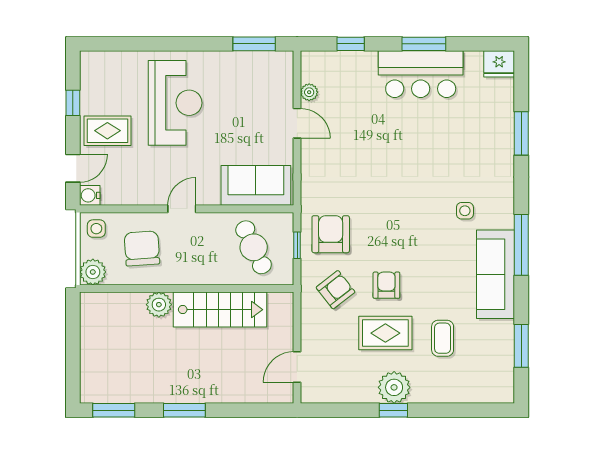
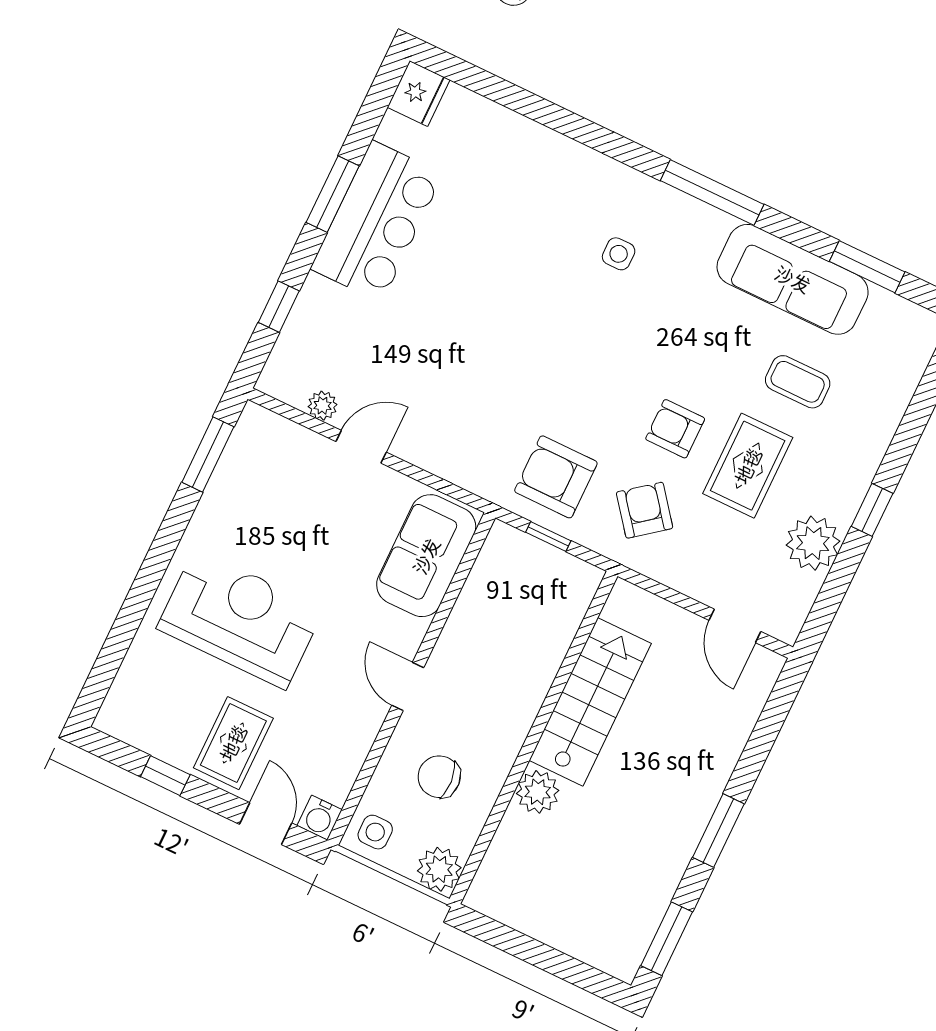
window: (521, 133) -> (541, 111), removed
cafe table: (254, 247) -> (519, 605), removed
chair: (142, 248) -> (439, 777), width x0.73, depth x0.73
sofa: (496, 274) -> (793, 279), moved
plant: (394, 387) -> (813, 543), moved

